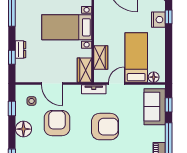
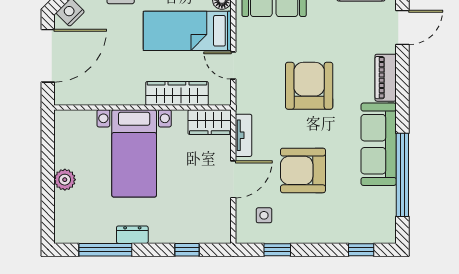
dresser: (21, 50) -> (132, 235), moved
wardrobe: (101, 58) -> (177, 93), width x1.50
tv unit: (94, 89) -> (243, 135), moved
floor lamp: (23, 129) -> (313, 230), removed

